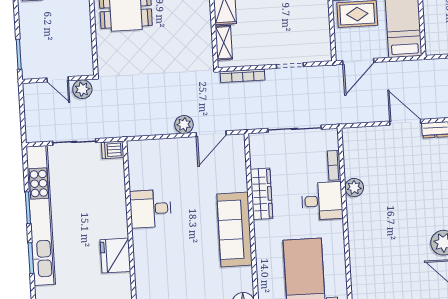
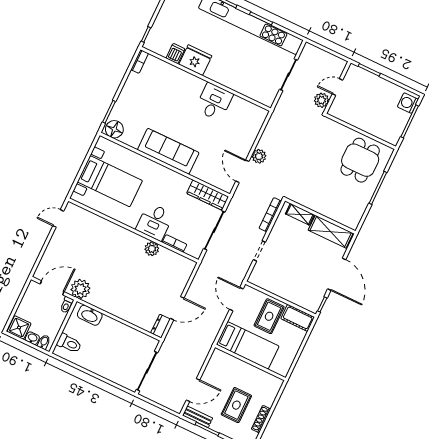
dishwasher: (113, 150) -> (175, 54), moved
wardrobe: (261, 194) -> (208, 195), moved

